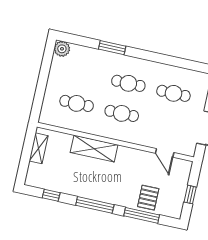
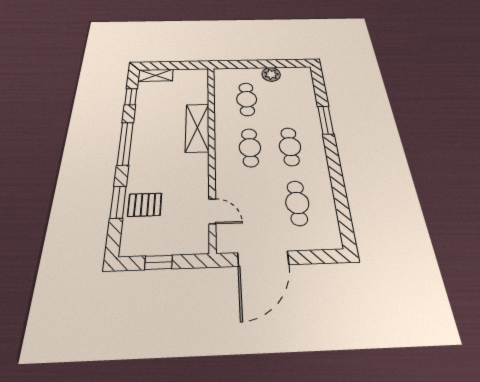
plant: (62, 49) -> (271, 74), moved
shelving: (39, 148) -> (156, 75), moved
door: (165, 153) -> (212, 211), swing flipped
window: (142, 215) -> (118, 202), width x0.69

